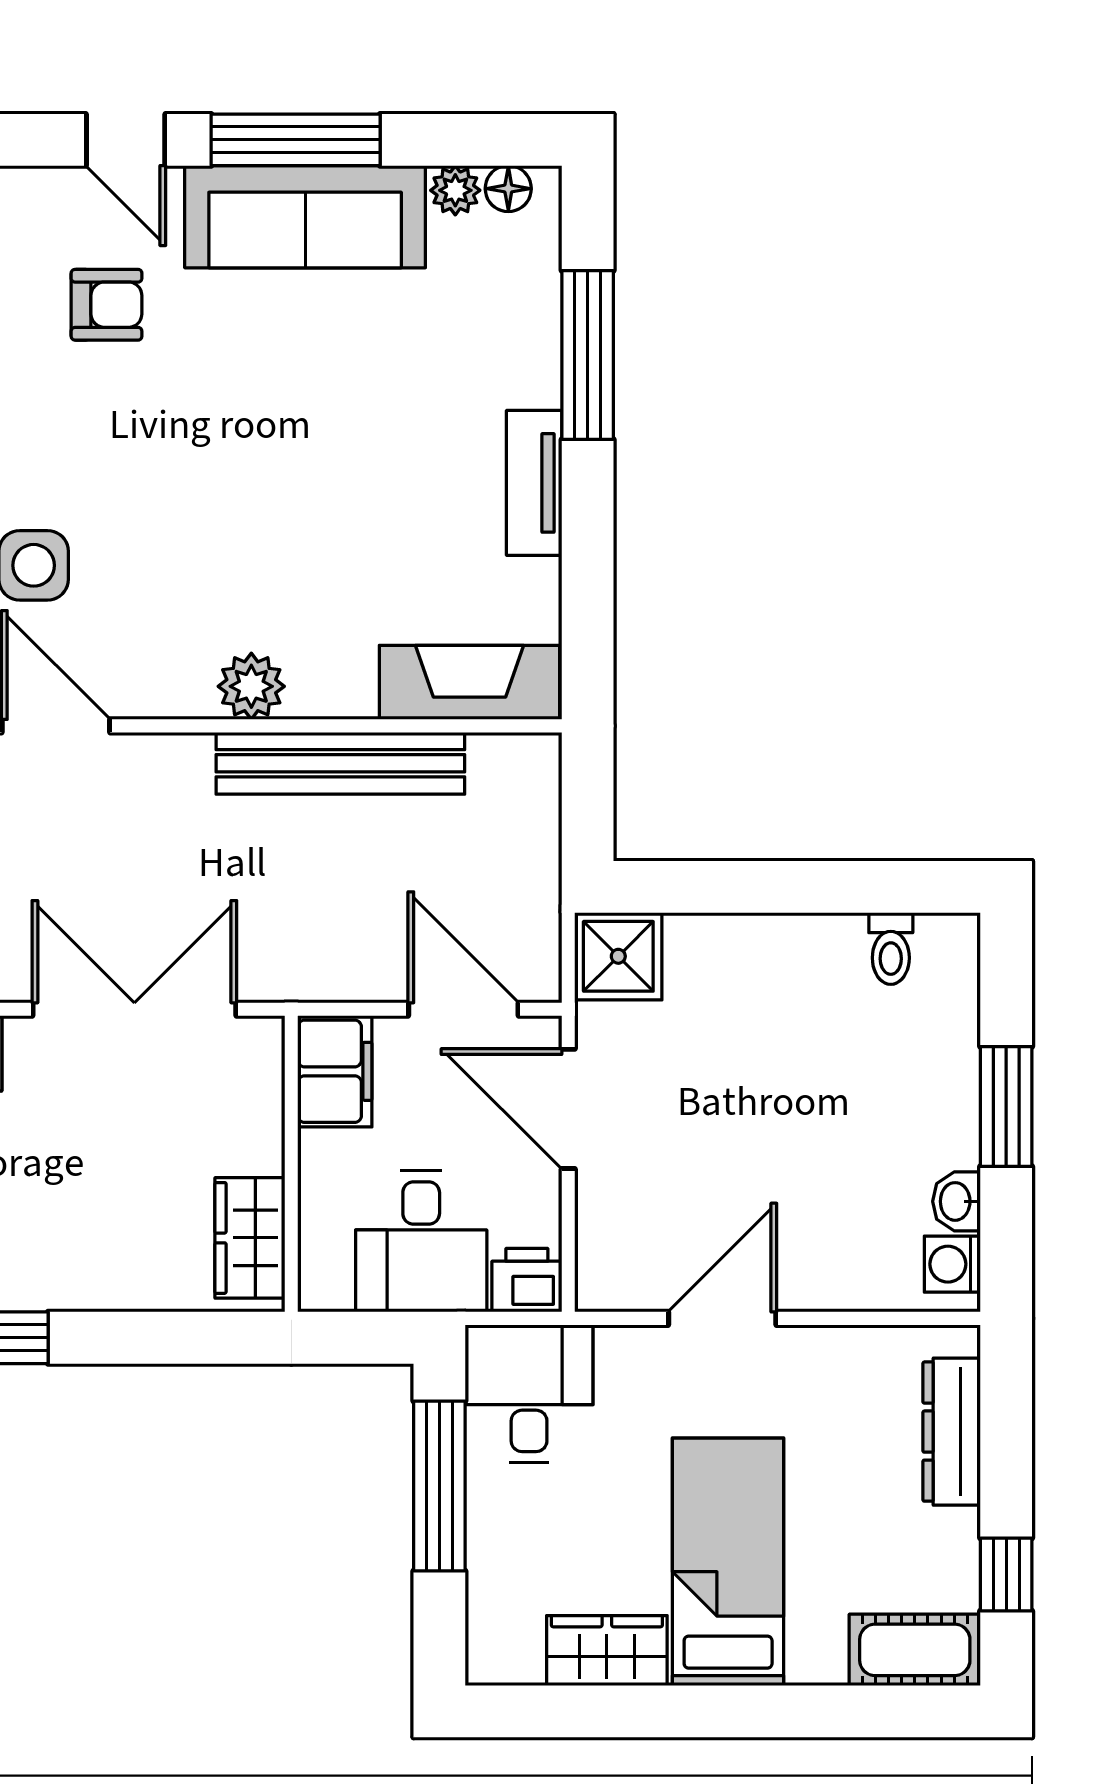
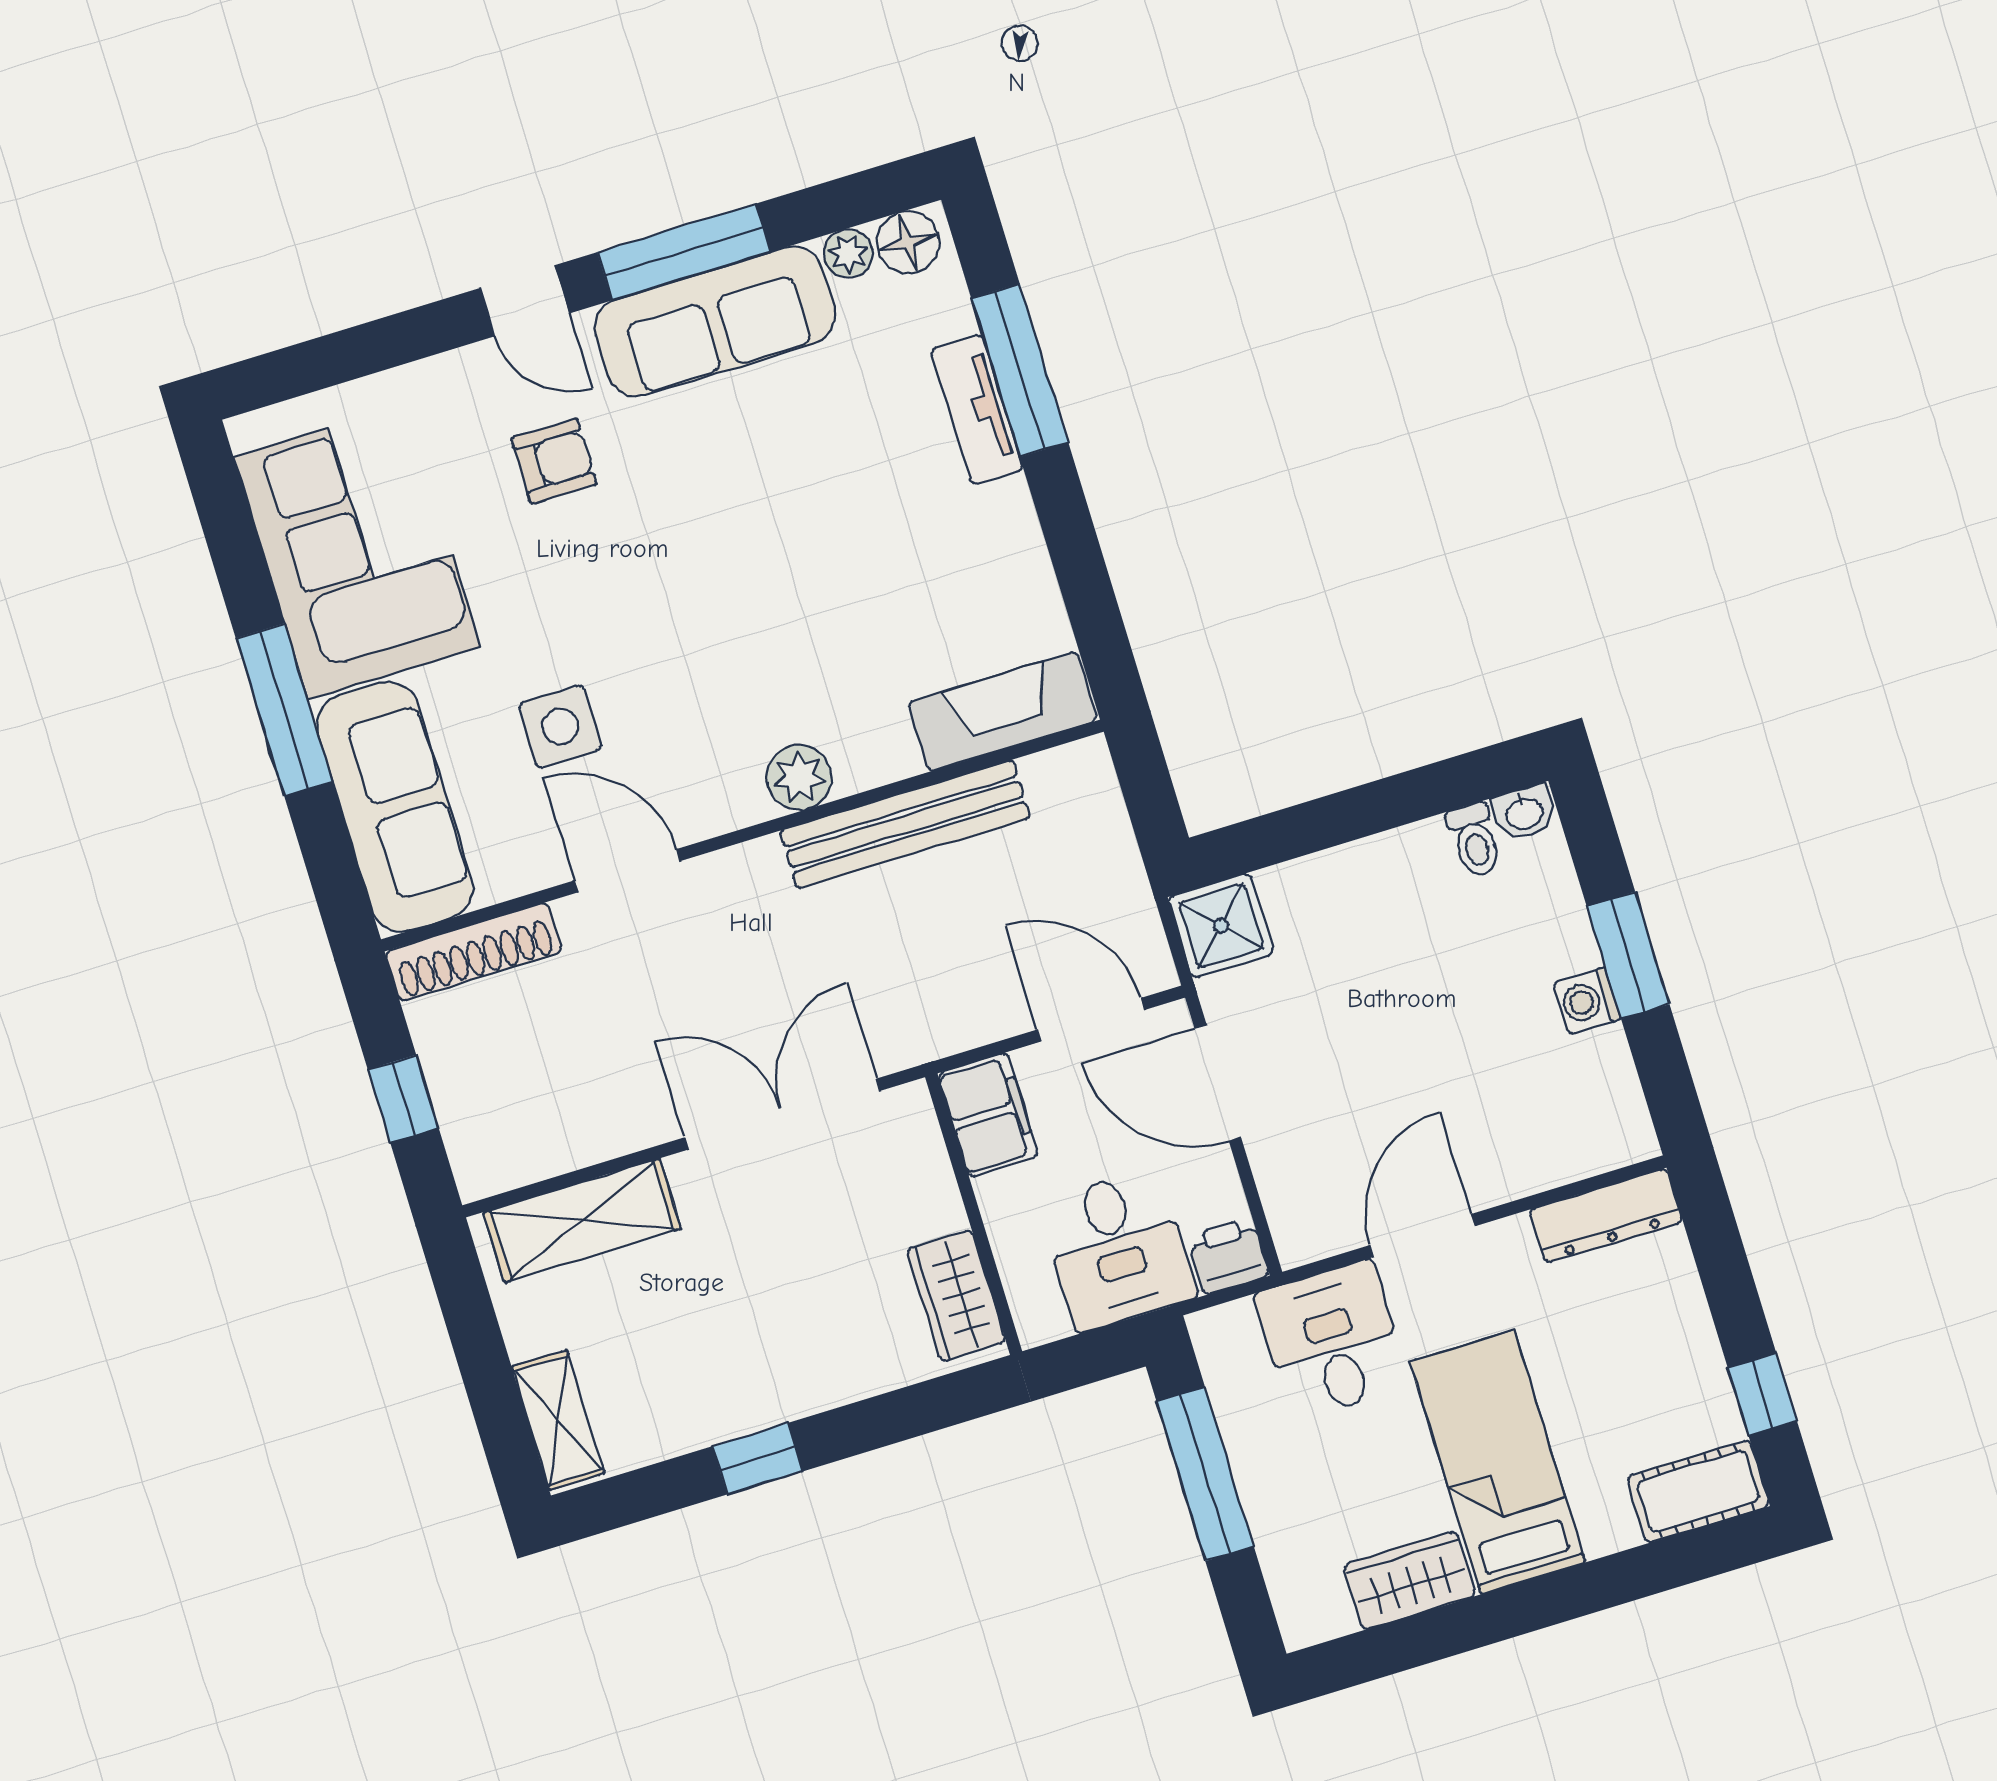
floor lamp: (508, 189) -> (908, 242), width x1.37, depth x1.37
tv unit: (534, 483) -> (977, 410), moved
washbasin: (957, 1201) -> (1524, 813), moved, turned -90
washing machine: (952, 1264) -> (1587, 1001), moved
desk: (529, 1394) -> (1332, 1340), moved
dresser: (952, 1432) -> (1606, 1216), moved, turned -90

